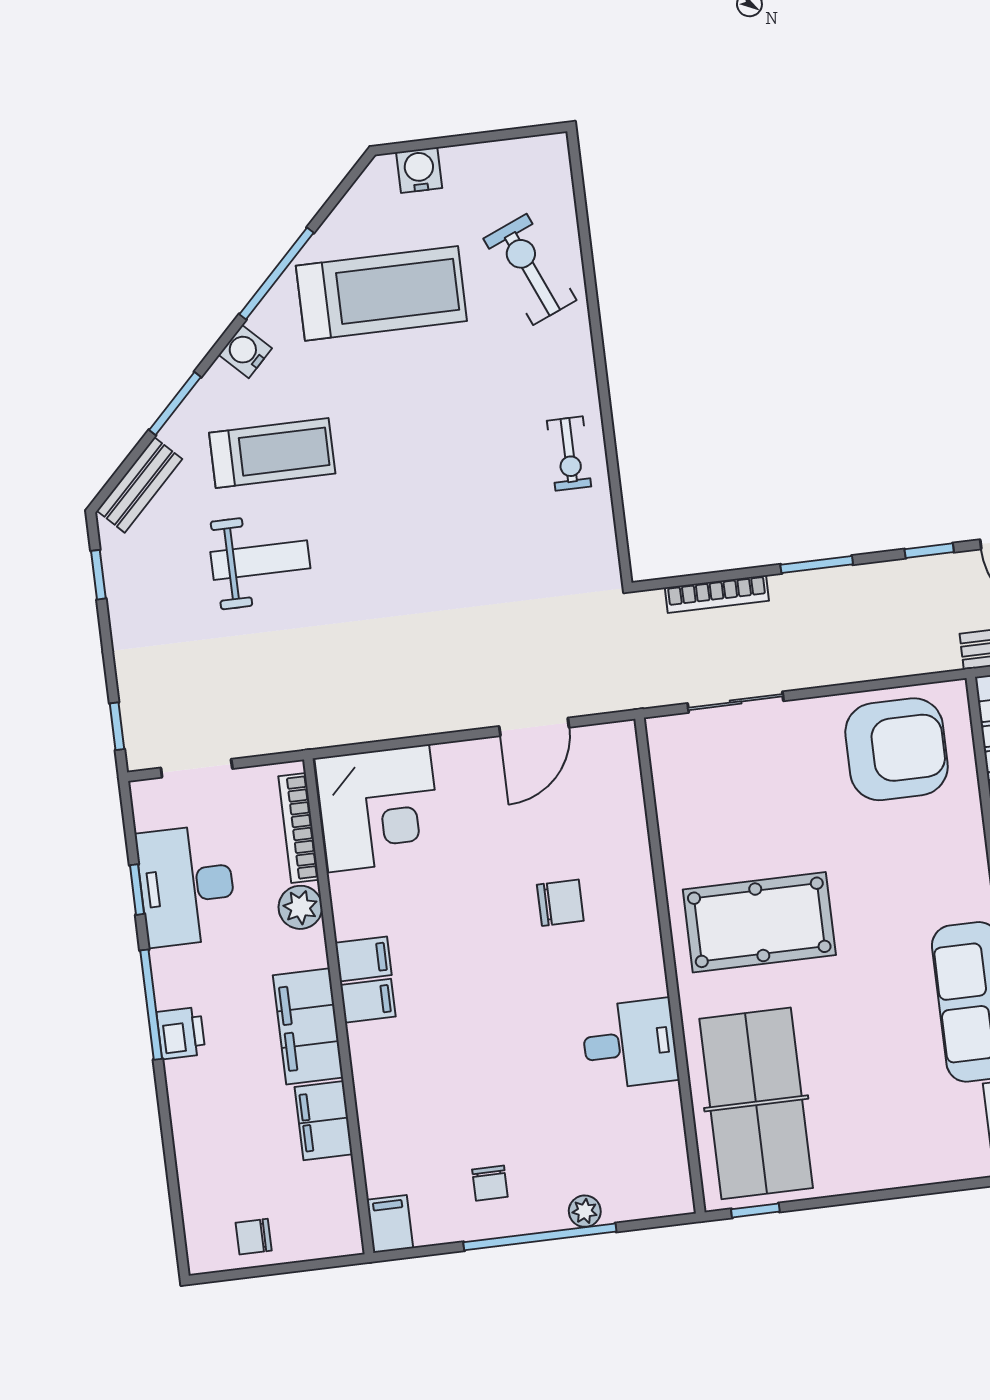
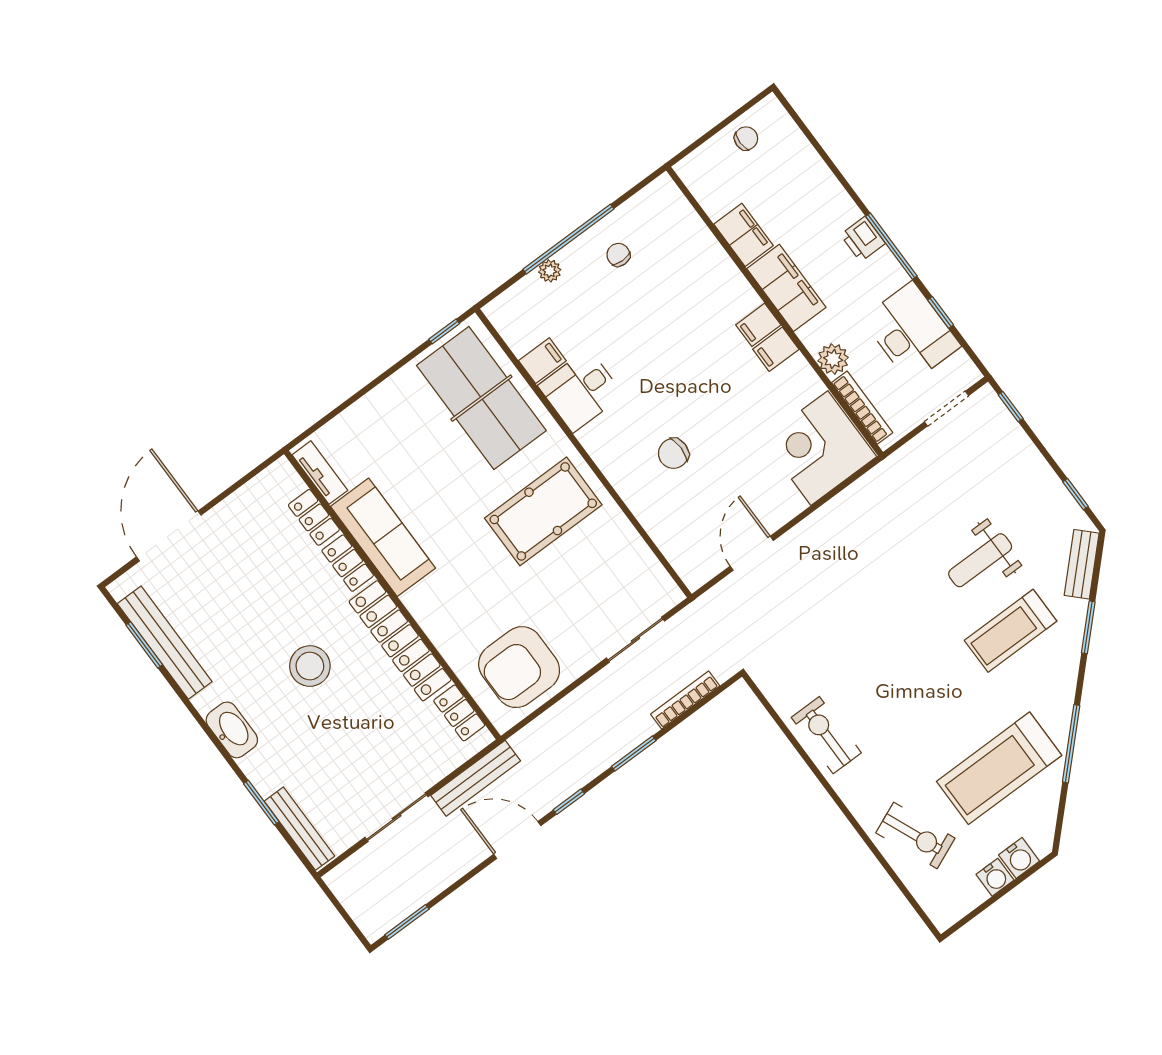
water cooler: (245, 351) -> (995, 877), moved, turned 45
exercise bike: (569, 454) -> (826, 735), width x1.38, depth x1.39
filing cabinet: (390, 1224) -> (542, 361), moved, turned -90

